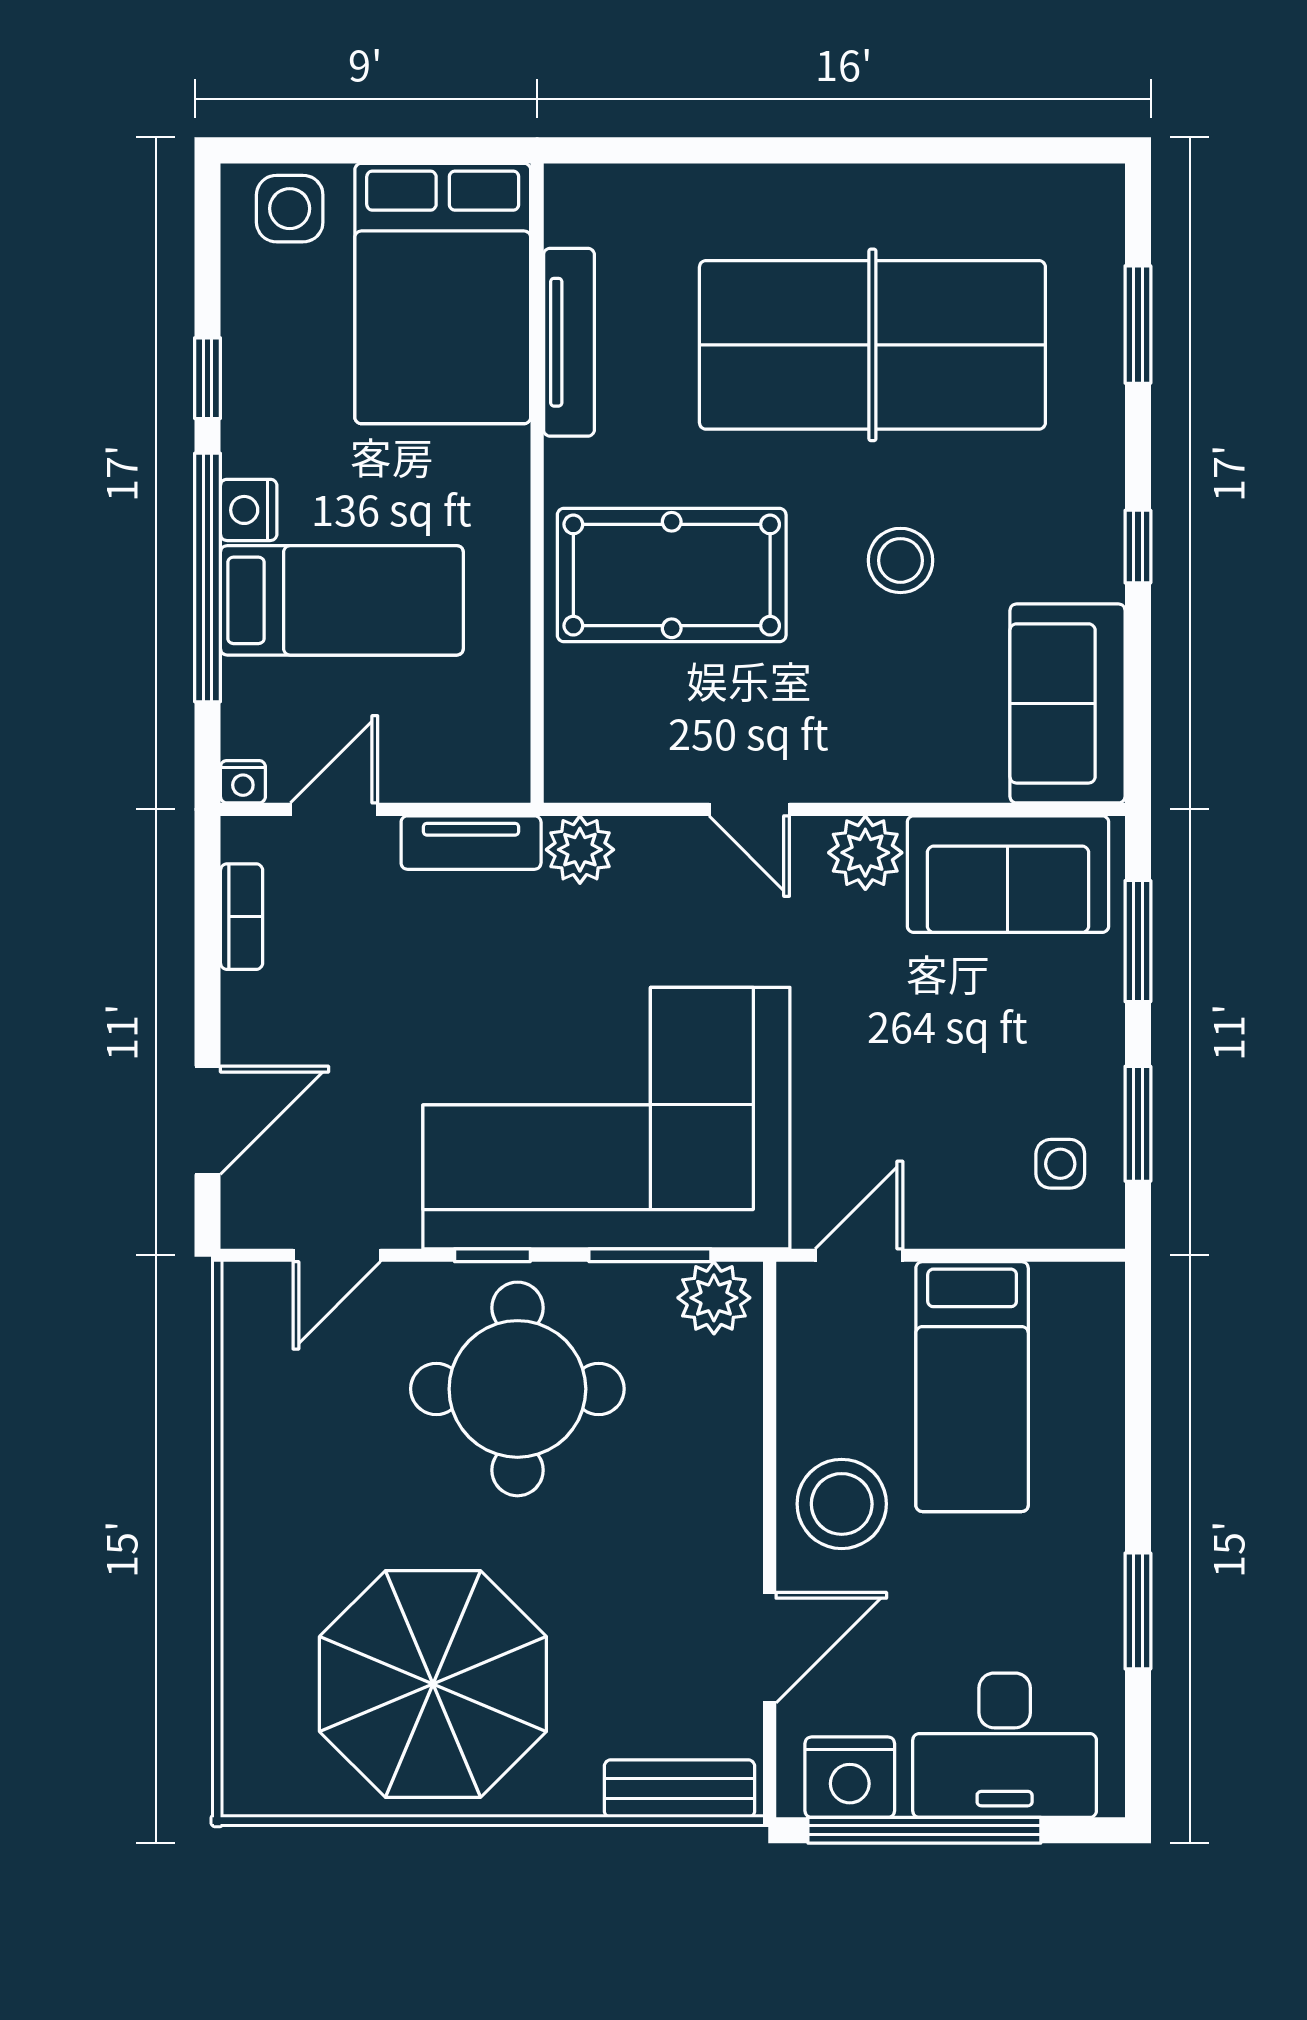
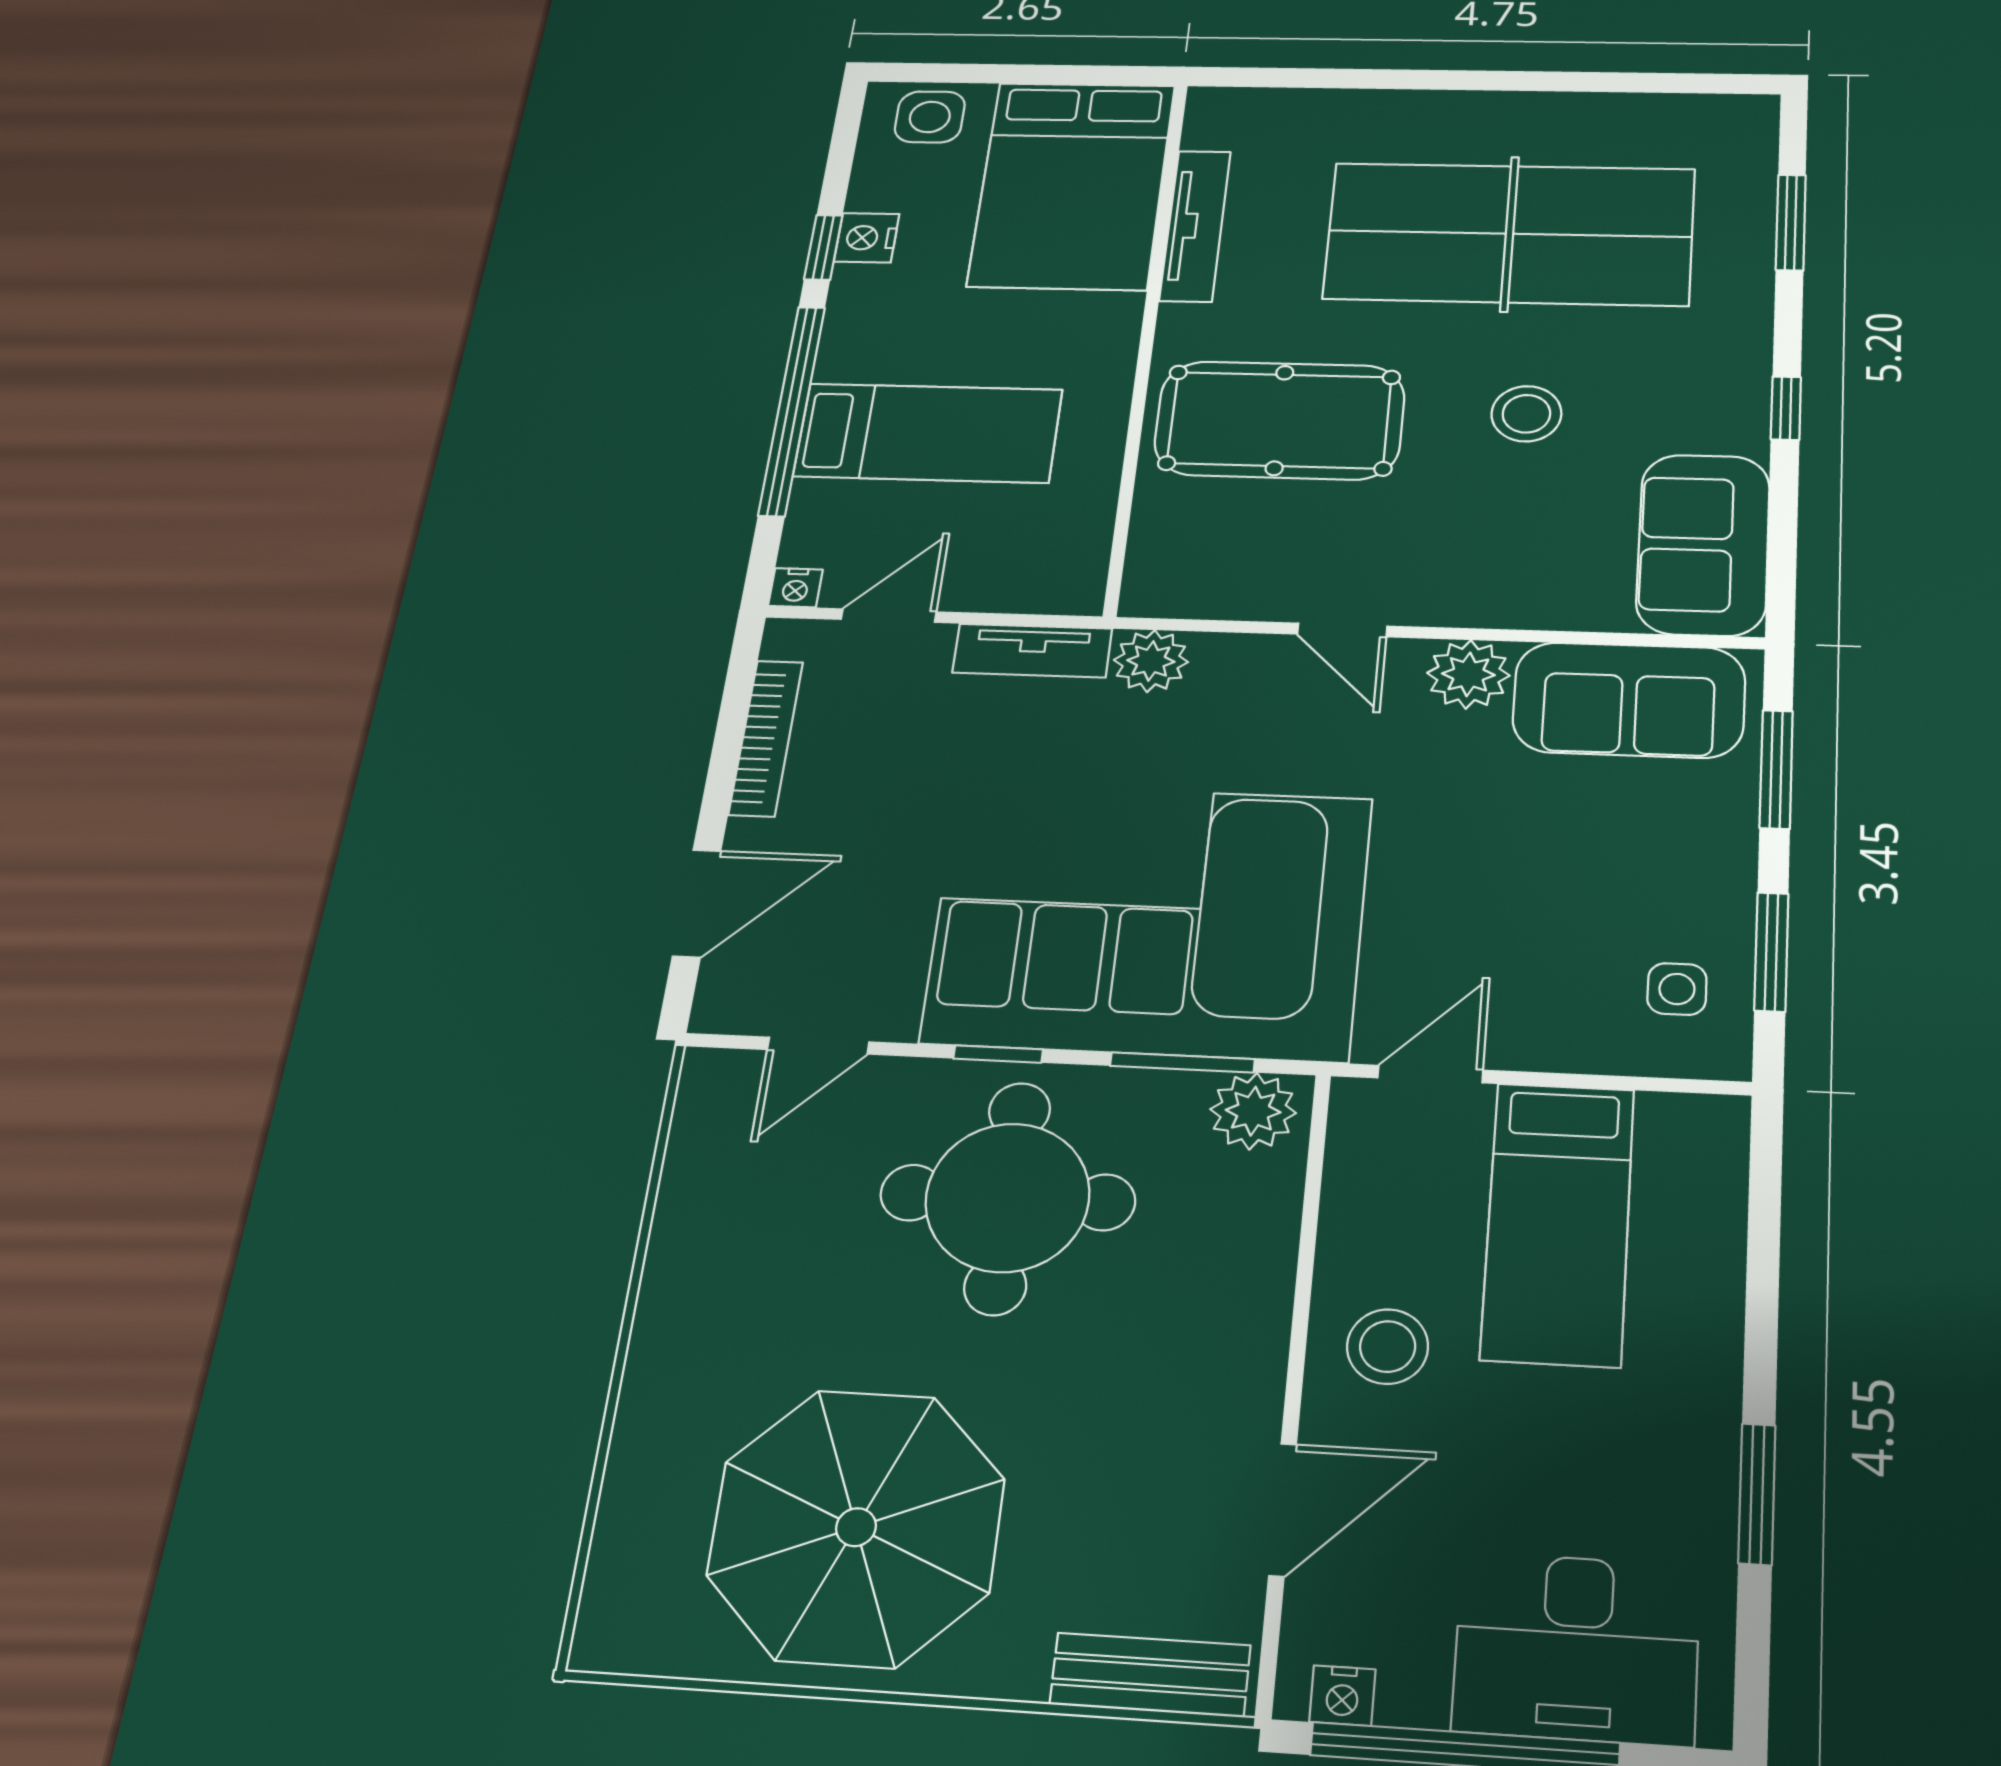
nightstand: (249, 510) -> (867, 238), moved
bookcase: (242, 917) -> (766, 738), width x1.56
stool: (842, 1504) -> (1388, 1347), width x0.73, depth x0.73
nightstand: (850, 1777) -> (1342, 1696), width x0.53, depth x0.56

